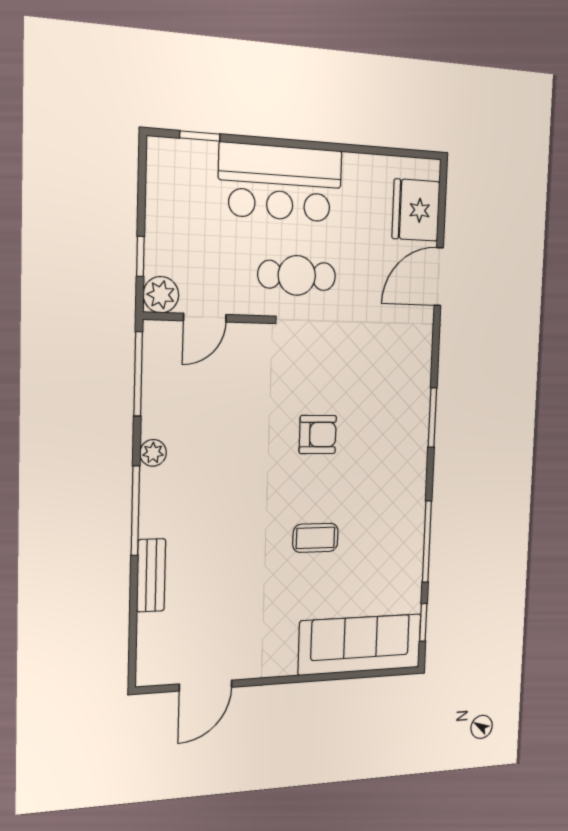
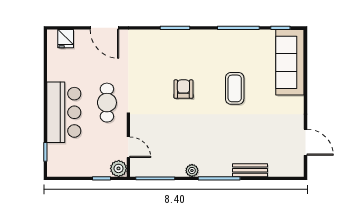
fridge: (416, 210) -> (66, 39), width x0.53, depth x0.75
coffee table: (315, 538) -> (235, 88), width x1.36, depth x1.30

